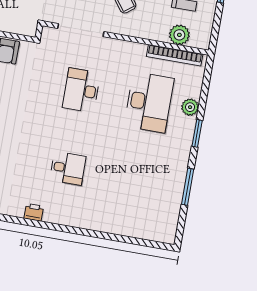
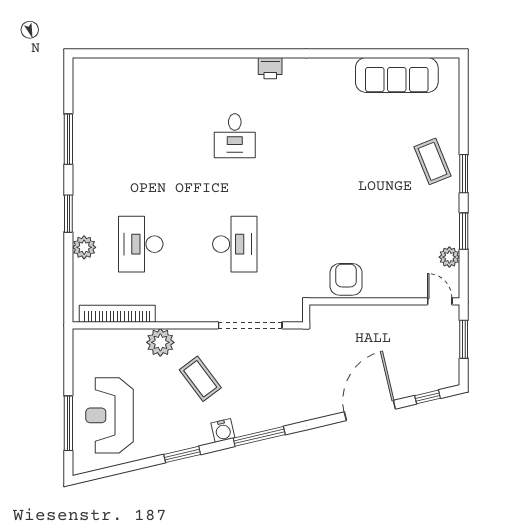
plant: (179, 35) -> (160, 342), moved
desk: (149, 102) -> (141, 244), width x0.73, depth x0.77
desk: (68, 168) -> (235, 136), turned -90

